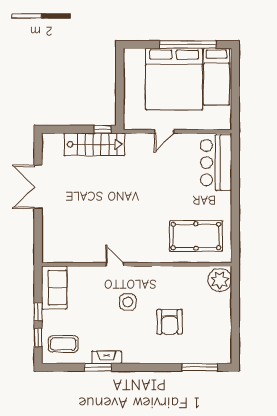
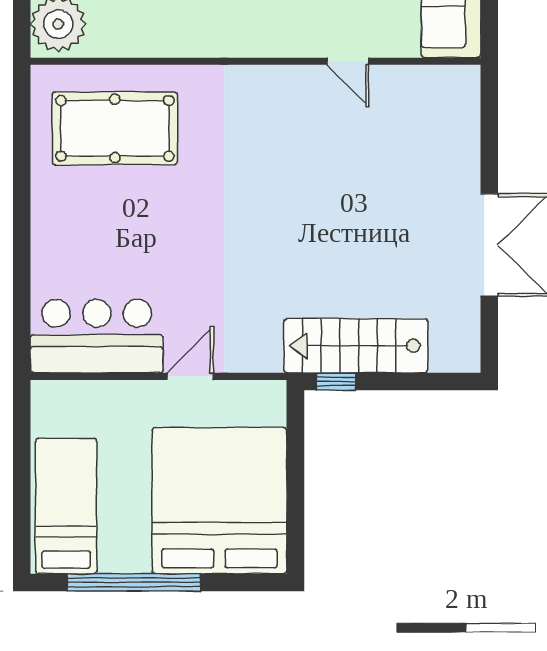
bed: (174, 79) -> (219, 501), moved
bar counter: (216, 163) -> (97, 336), moved, turned -90
door: (115, 264) -> (348, 61), moved

